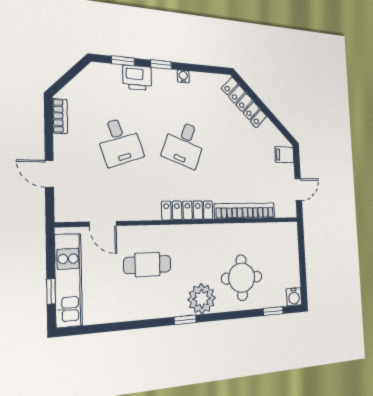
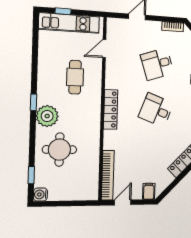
door: (298, 189) -> (123, 202), swing flipped
bookcase: (245, 211) -> (108, 175), moved

